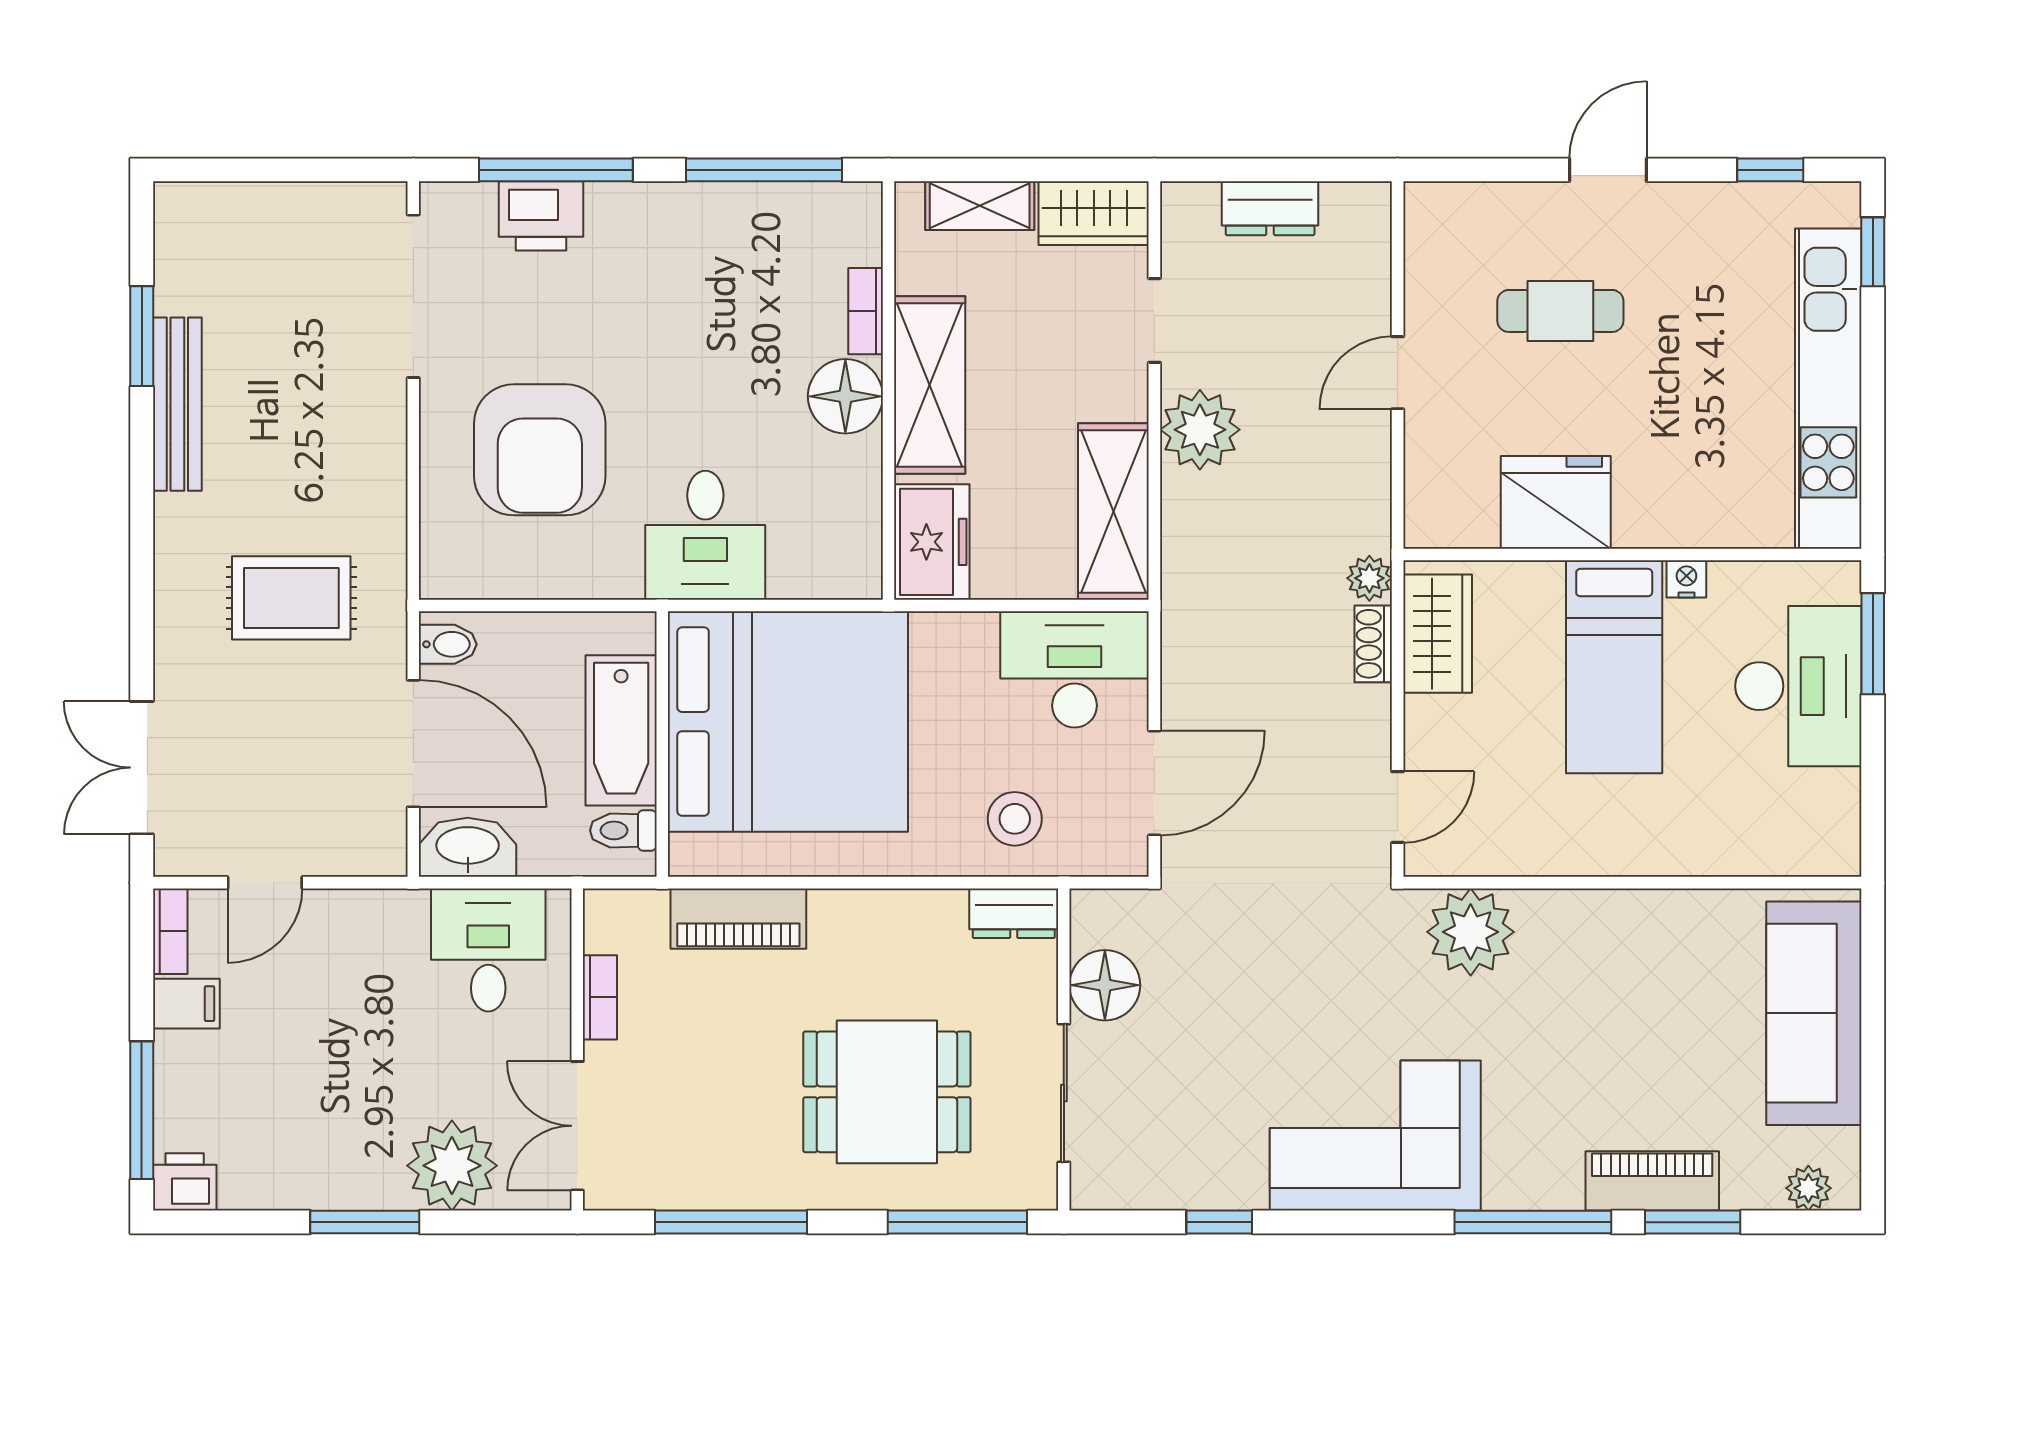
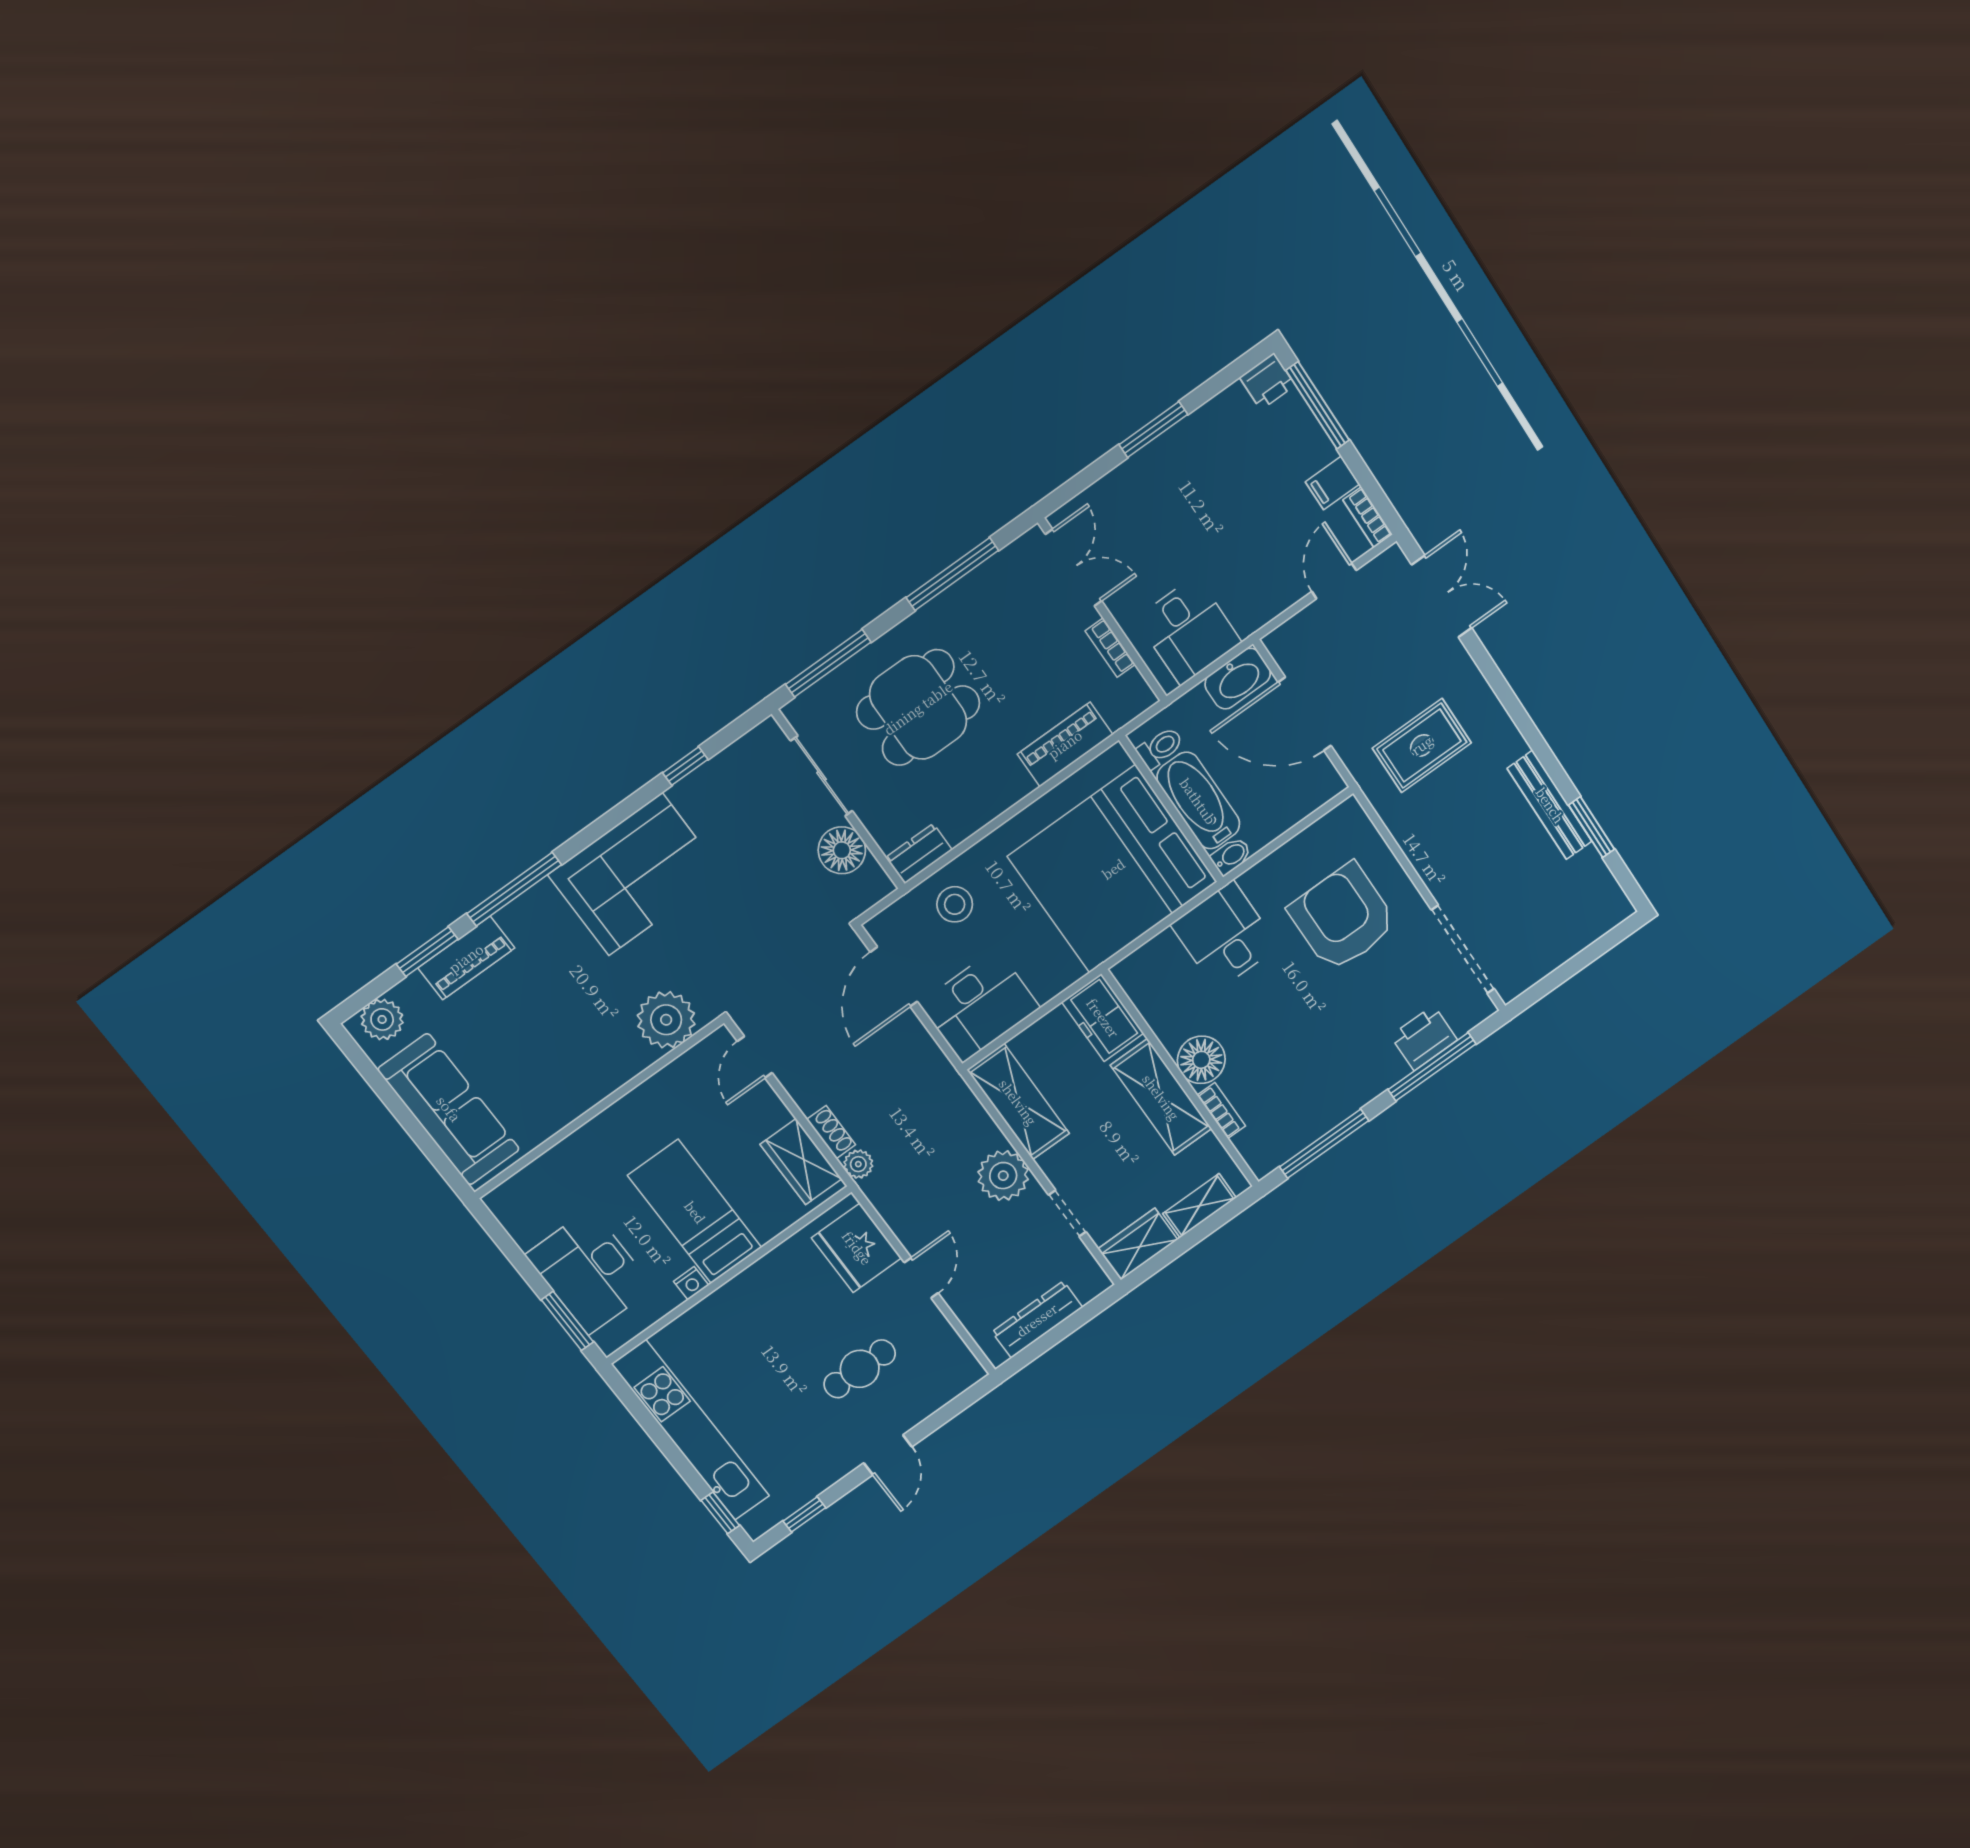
dresser: (1270, 208) -> (1037, 1320), width x1.44
fridge: (1556, 502) -> (857, 1248), moved, turned 90
bidet: (448, 644) -> (1231, 856), moved, turned 180
plant: (452, 1166) -> (1127, 496), removed
plant: (1808, 1188) -> (382, 1019), width x1.38, depth x1.38

